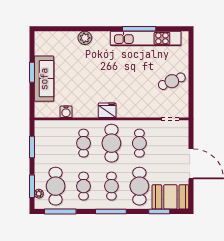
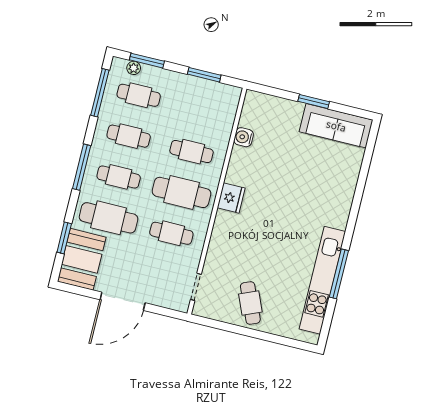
plant: (85, 38) -> (345, 191), removed
sofa: (44, 79) -> (336, 126), moved
cafe table: (56, 186) -> (139, 95), width x0.73, depth x0.74

